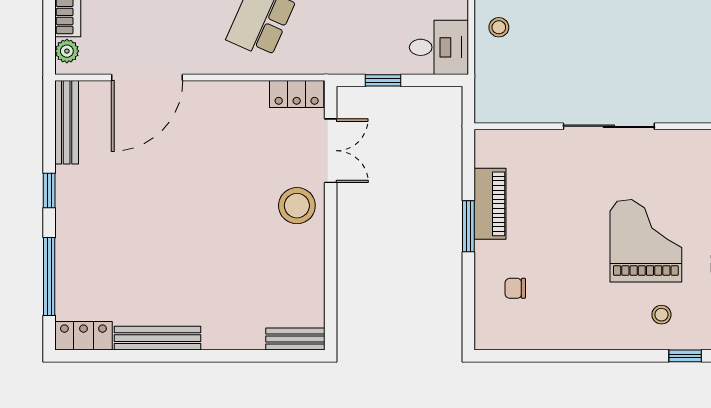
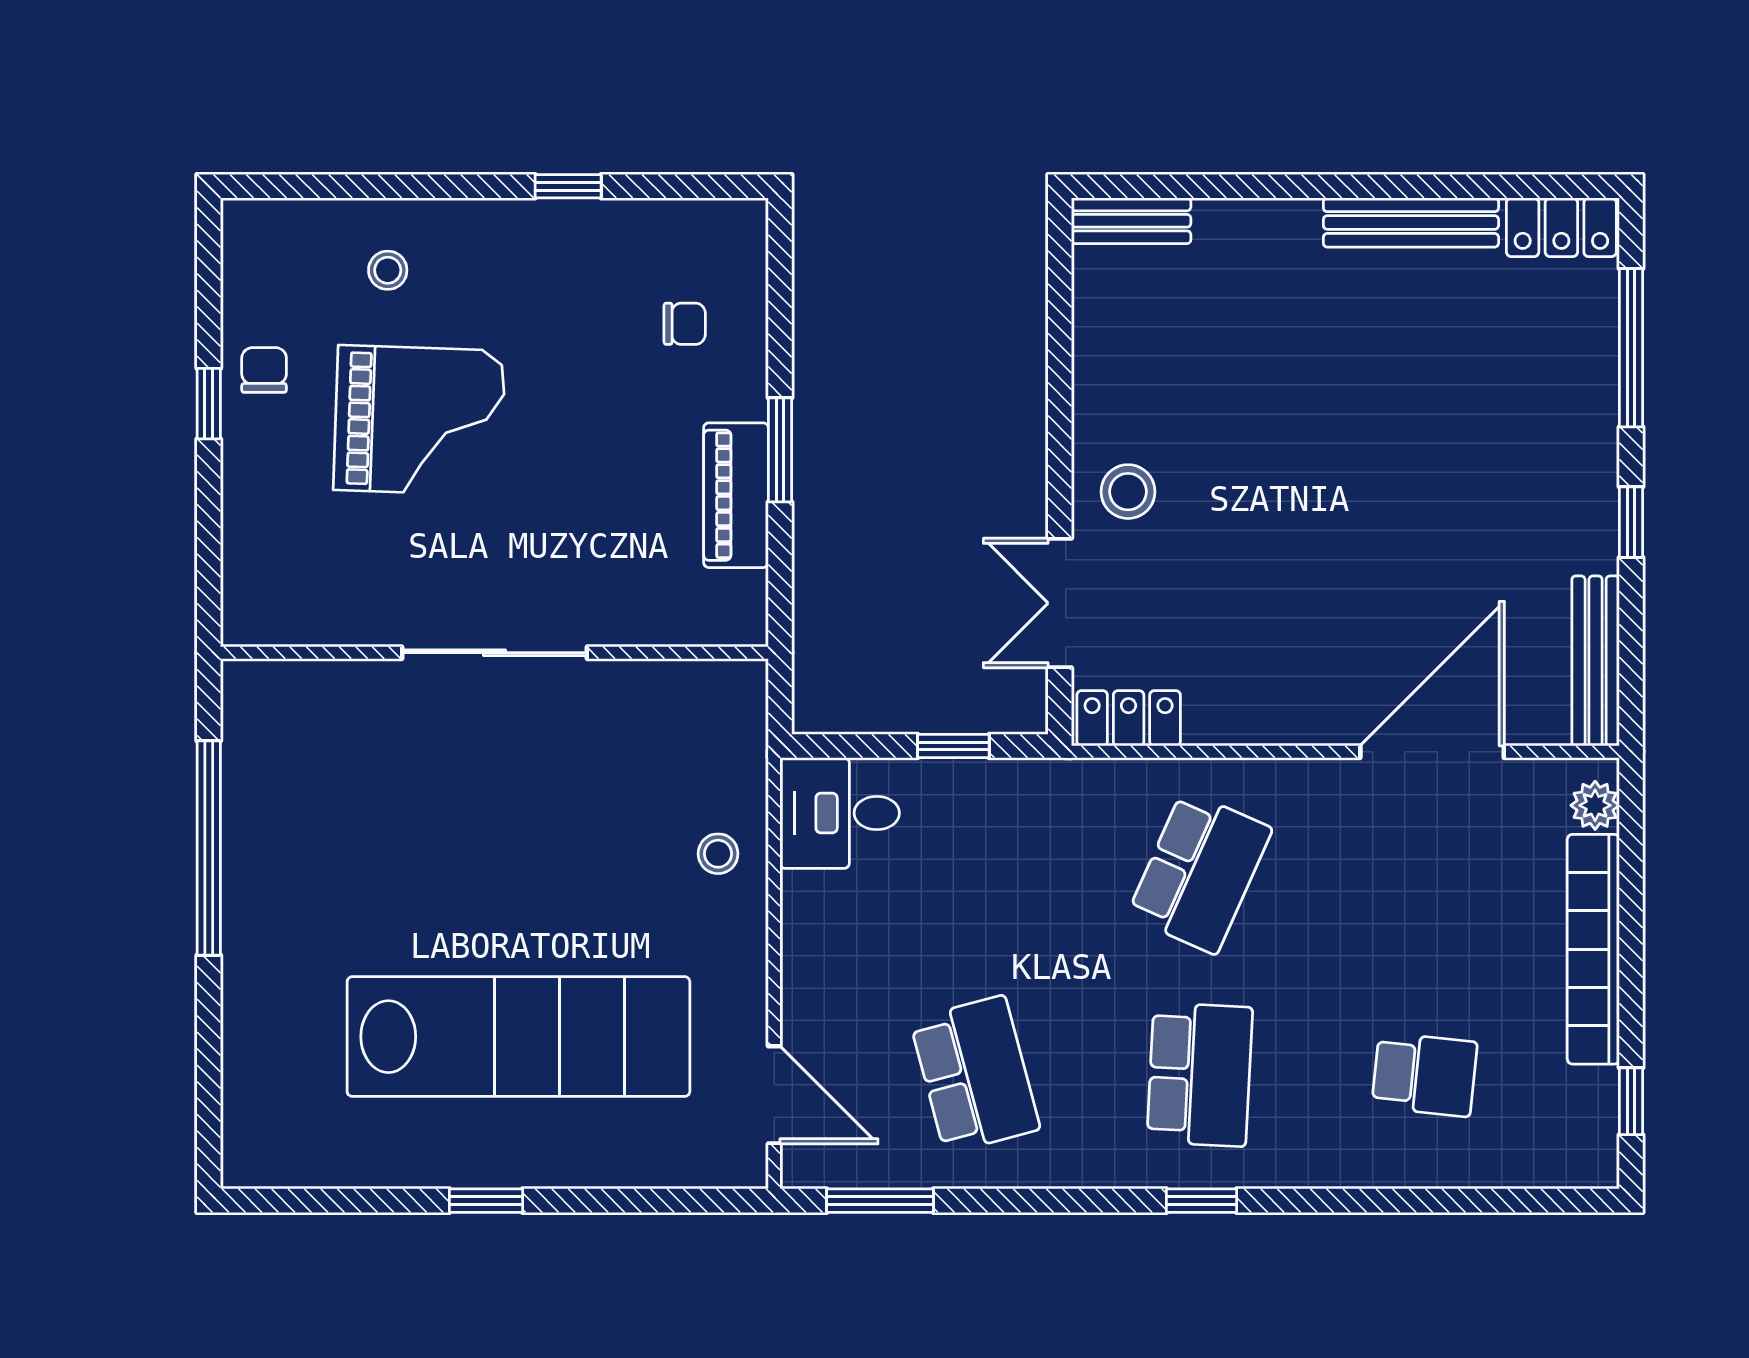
stool: (297, 206) -> (1128, 492), width x0.73, depth x0.73
grand piano: (646, 241) -> (419, 420), turned -88
window: (685, 356) -> (568, 186), moved

